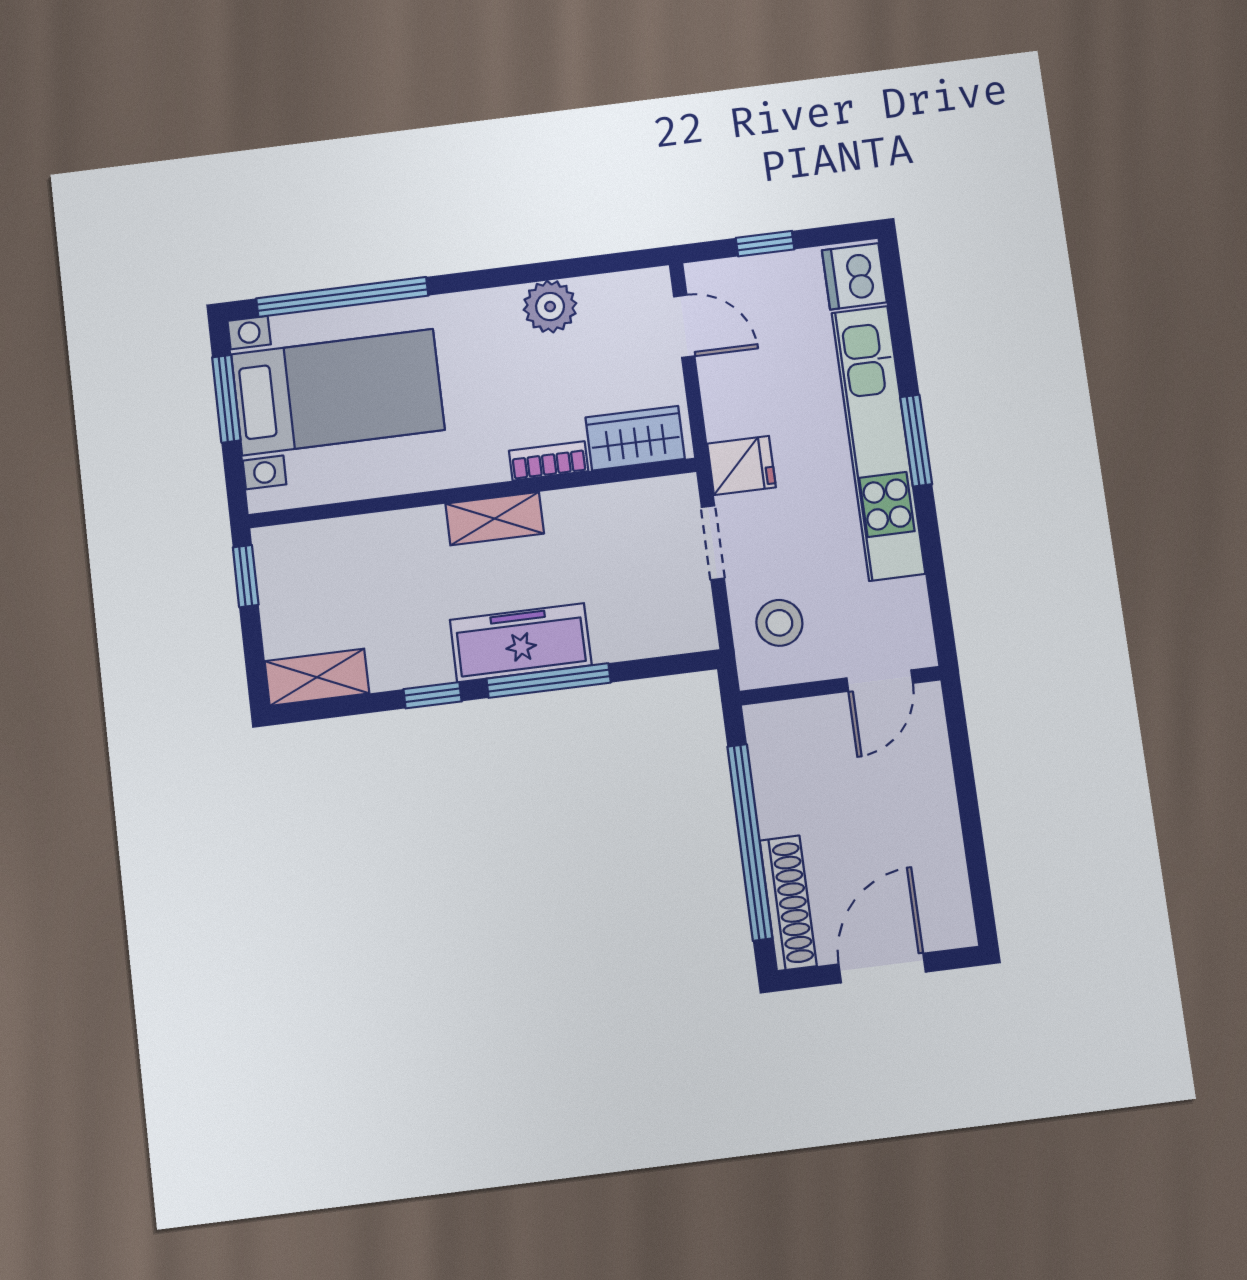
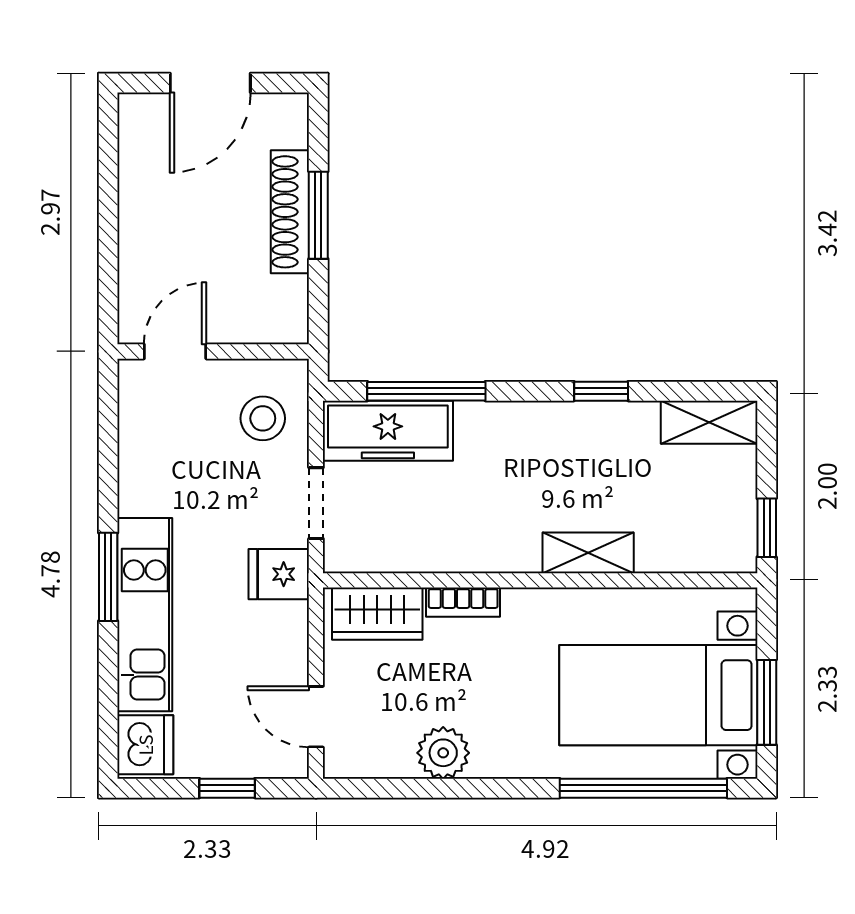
kitchen unit: (878, 443) -> (145, 615), width x0.73
shelving: (495, 519) -> (588, 553), moved
freezer: (521, 643) -> (388, 431), moved
window: (549, 681) -> (426, 391), moved
window: (750, 842) -> (318, 215), width x0.47
shoe rack: (788, 903) -> (290, 212), moved

